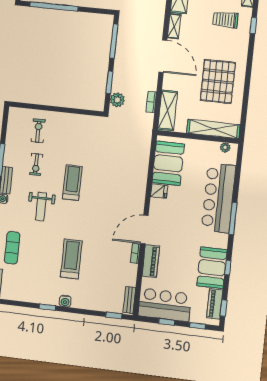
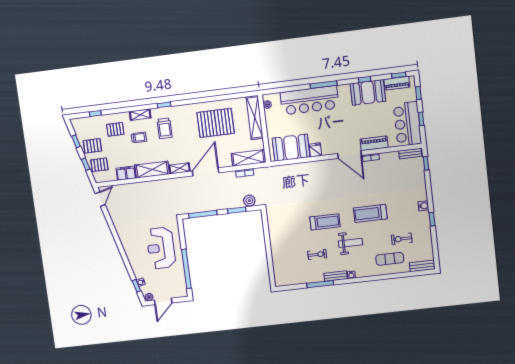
exercise bike: (38, 131) -> (402, 239), moved
treadmill: (72, 183) -> (325, 222), turned 180
treadmill: (71, 259) -> (370, 213), moved

